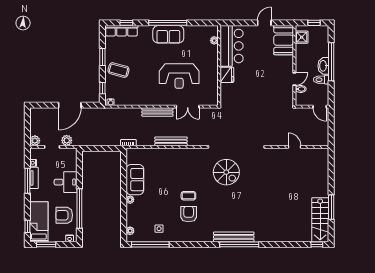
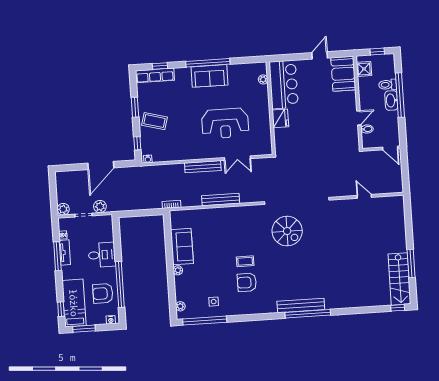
toilet: (321, 80) -> (388, 85), moved
armchair: (189, 214) -> (247, 282), turned -90

